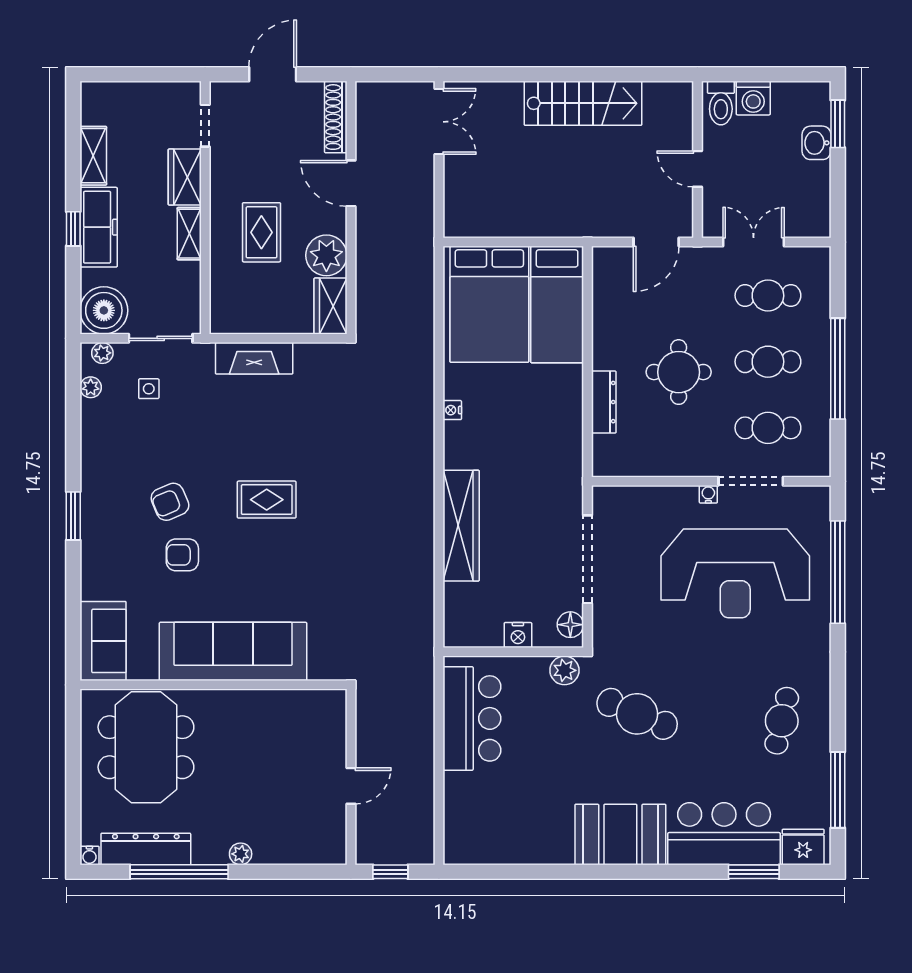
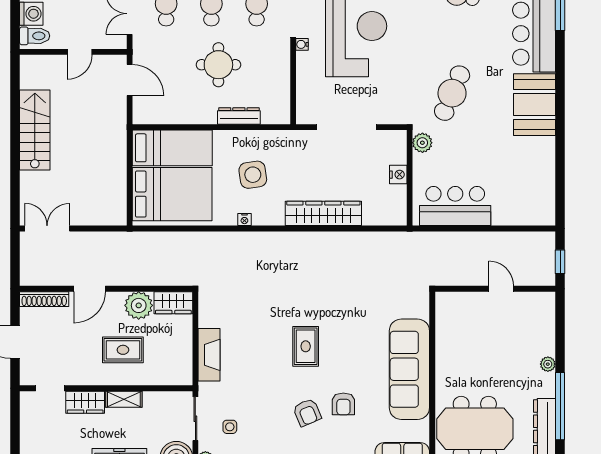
side table: (518, 422) -> (253, 175), added
floor lamp: (570, 625) -> (391, 139), removed

